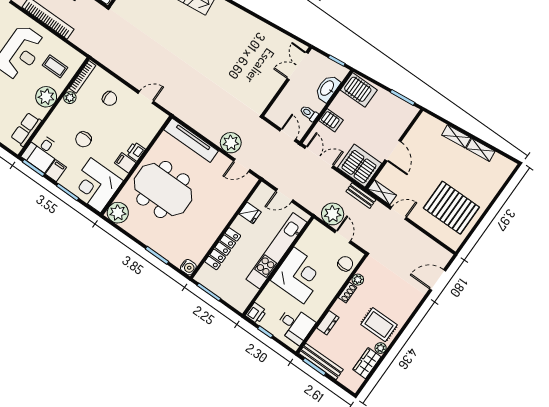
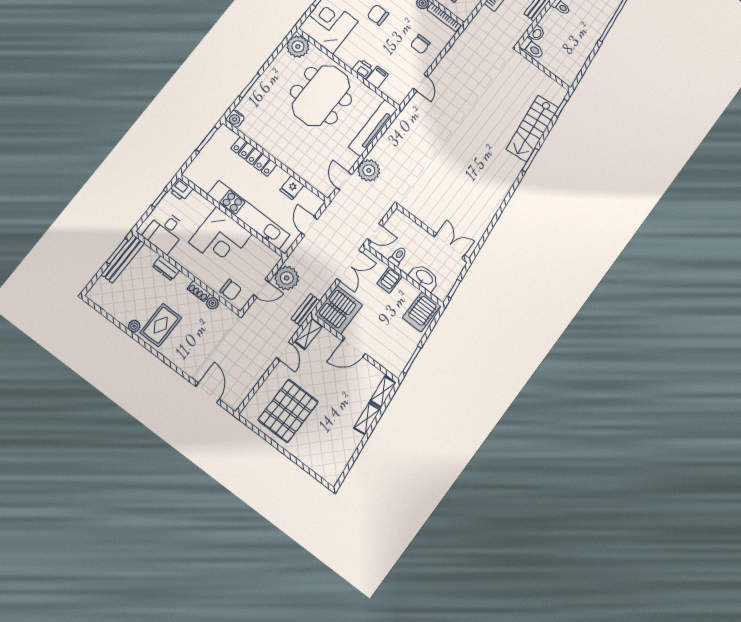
shelving: (481, 150) -> (383, 392), moved
filing cabinet: (125, 163) -> (377, 77), moved
wardrobe: (367, 363) -> (118, 310), removed

